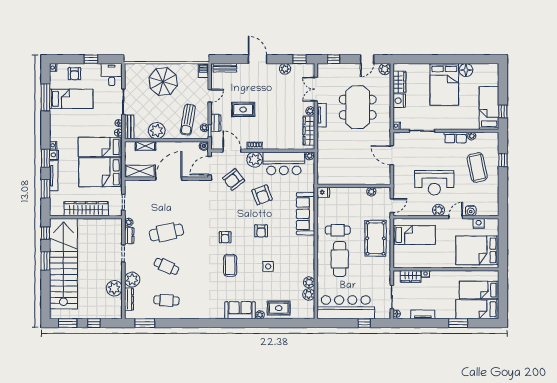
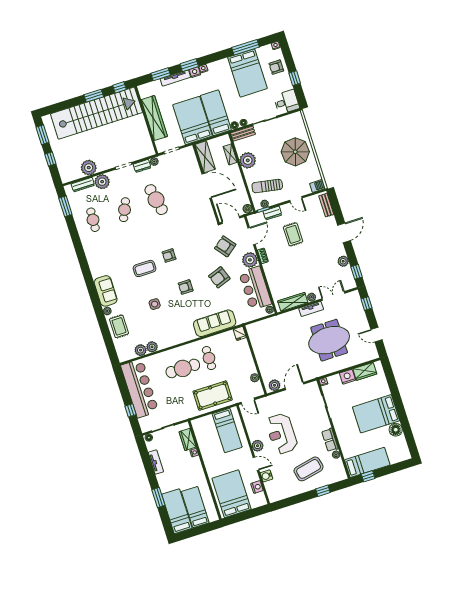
plant: (385, 69) -> (274, 385), moved
bed: (71, 99) -> (247, 73), width x1.50

